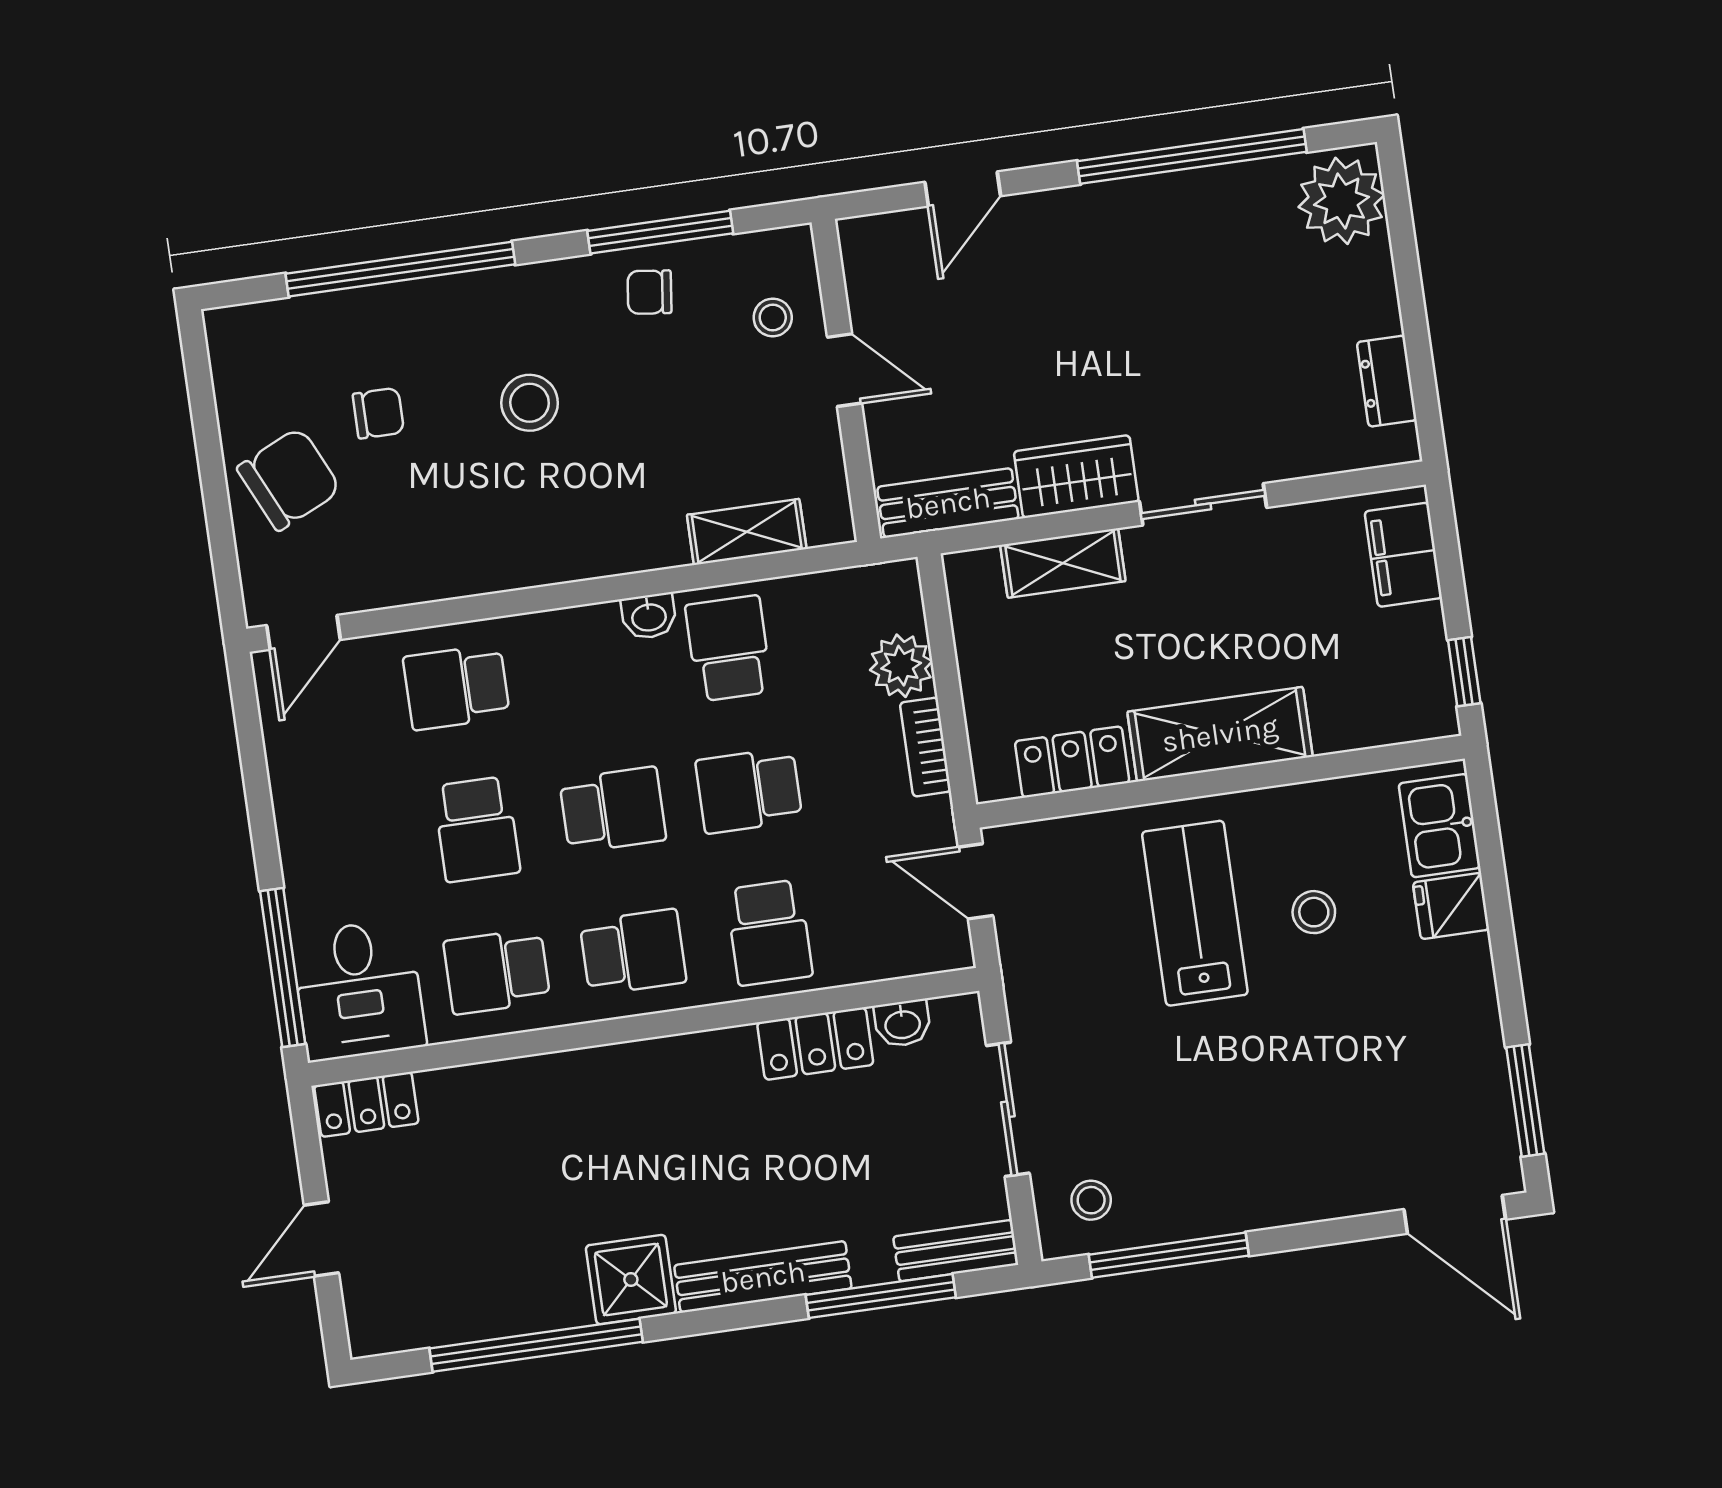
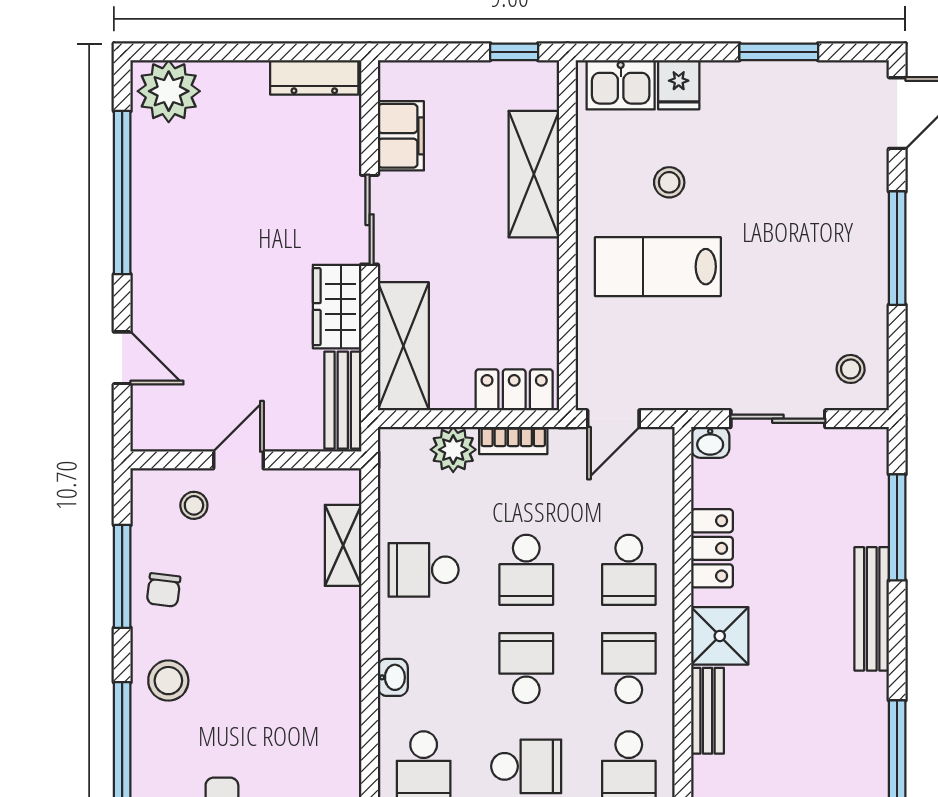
dresser: (1387, 381) -> (314, 77), width x1.44
stool: (530, 403) -> (168, 681), moved
filing cabinet: (1403, 555) -> (401, 136), moved, turned -90
shelving: (1063, 563) -> (403, 346), width x1.50, depth x1.33
washbasin: (649, 616) -> (393, 677), moved
shelving: (1220, 734) -> (534, 174), moved
locker: (1072, 762) -> (514, 390), moved, turned 90
school desk: (769, 933) -> (629, 570), turned 90
washbasin: (902, 1023) -> (710, 442), moved, turned 90
window: (1525, 1100) -> (779, 52), moved
bench: (956, 1251) -> (707, 711), moved
window: (1169, 1255) -> (897, 248), moved
shower: (631, 1280) -> (720, 636), moved

